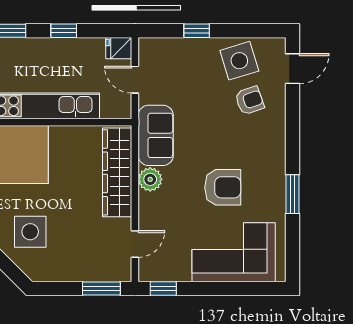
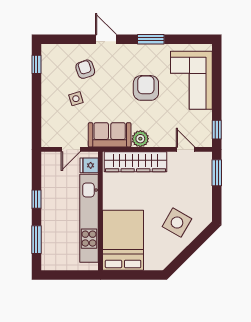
window: (197, 31) -> (36, 64), moved
fridge: (119, 48) -> (89, 165), moved, turned 90
side table: (239, 61) -> (76, 99), moved, width x0.54, depth x0.54
door: (292, 69) -> (106, 39), moved
side table: (30, 232) -> (177, 223), turned 30

